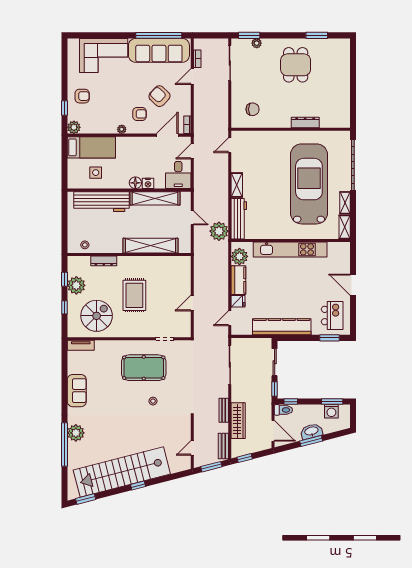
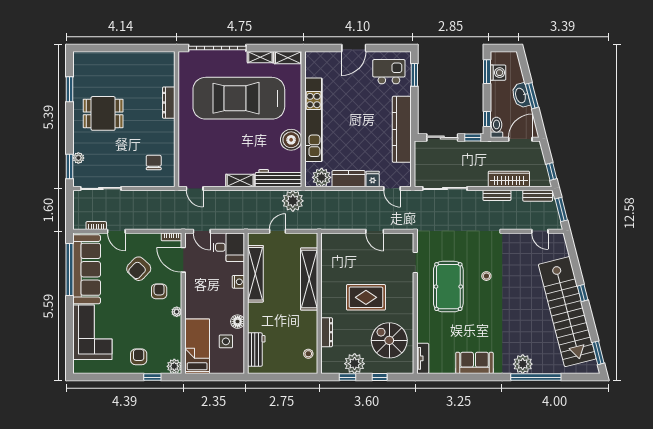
floor lamp: (135, 183) -> (238, 322), moved
workbench: (101, 202) -> (256, 350), width x0.53, depth x0.76
boiler: (273, 230) -> (291, 140), added

